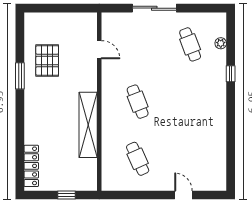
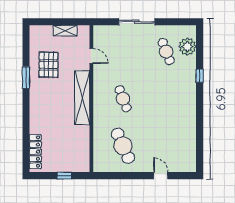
shelving: (68, 19) -> (65, 31), added
plant: (221, 43) -> (187, 47), width x1.88, depth x1.88
shelving: (88, 125) -> (82, 98), moved
cafe table: (138, 159) -> (123, 146), width x1.37, depth x1.35

